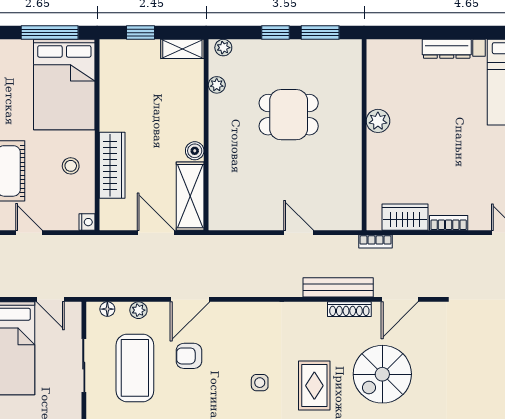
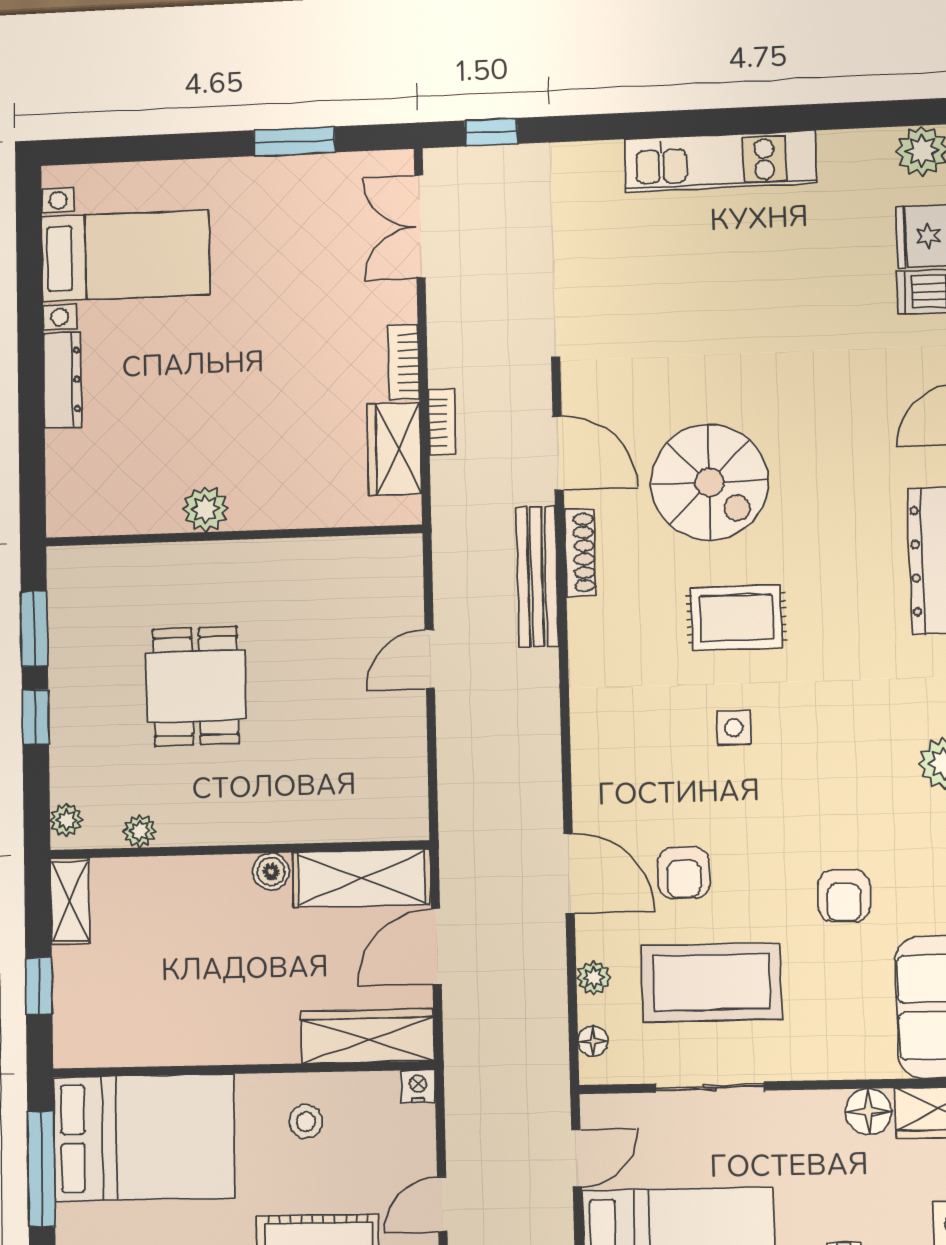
wardrobe: (112, 165) -> (367, 1036), moved
bookcase: (376, 242) -> (442, 422), moved

